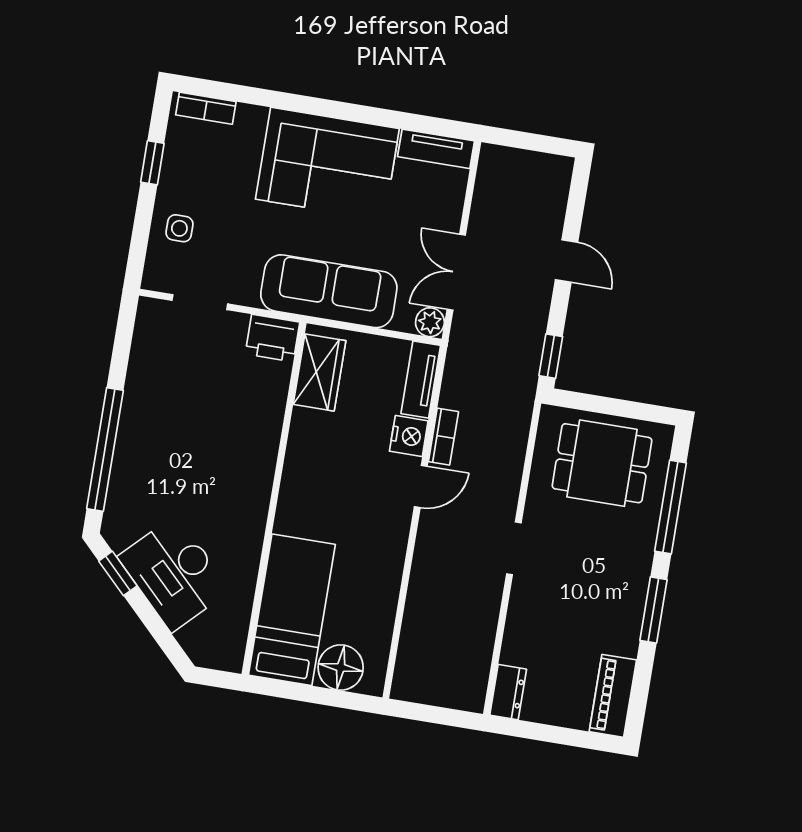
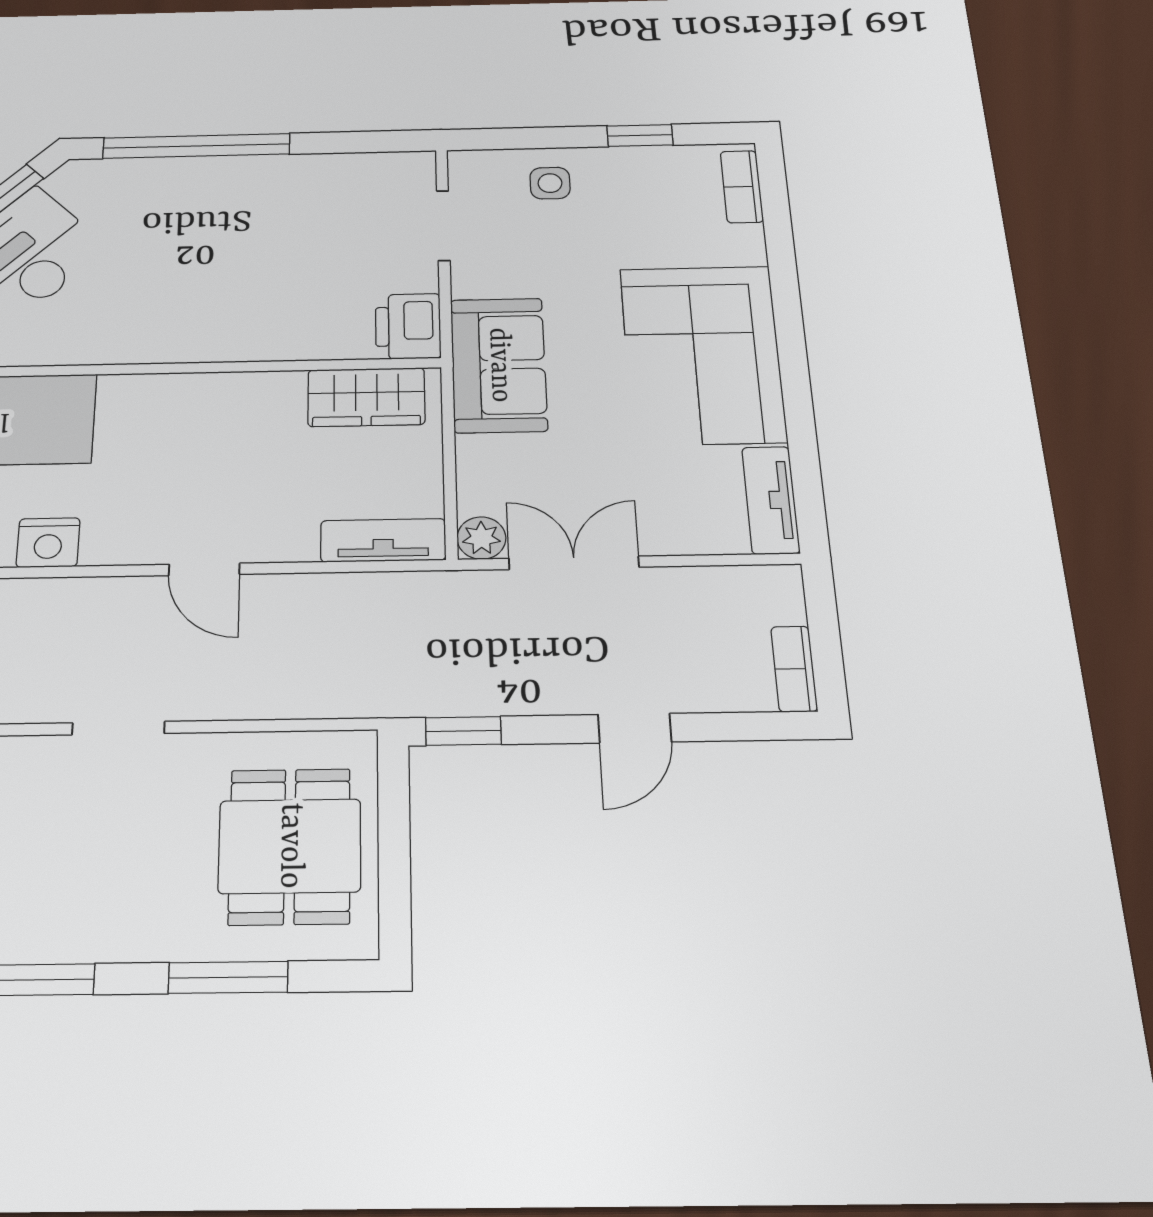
sofa: (329, 291) -> (499, 365), width x0.73
nightstand: (409, 436) -> (48, 543), moved
bookcase: (443, 437) -> (794, 669), moved, turned 90
window: (670, 507) -> (228, 977), width x0.69

